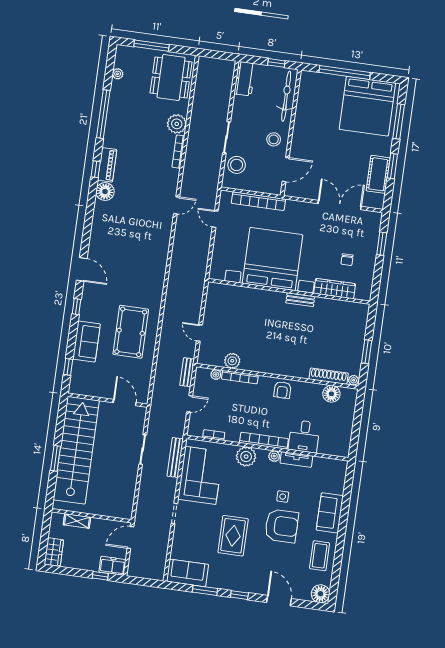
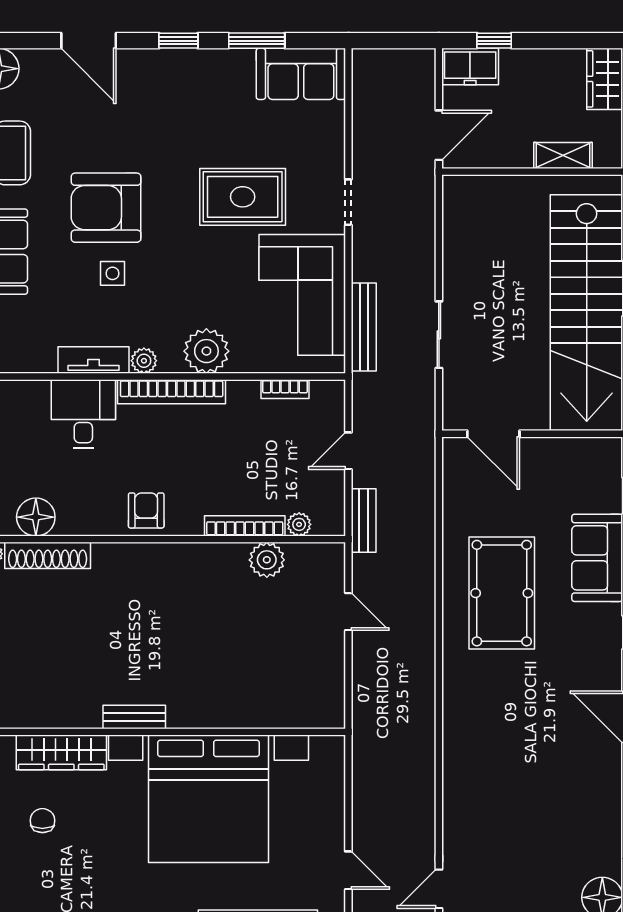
rug: (233, 536) -> (243, 197), moved, turned 90

